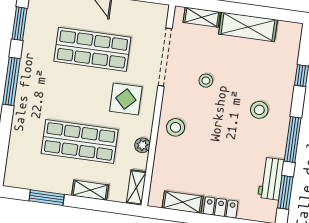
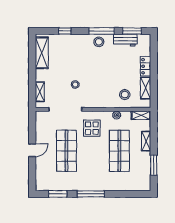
shelving: (248, 27) -> (42, 53), moved
stool: (259, 110) -> (99, 42), moved
stool: (176, 127) -> (125, 95), moved

